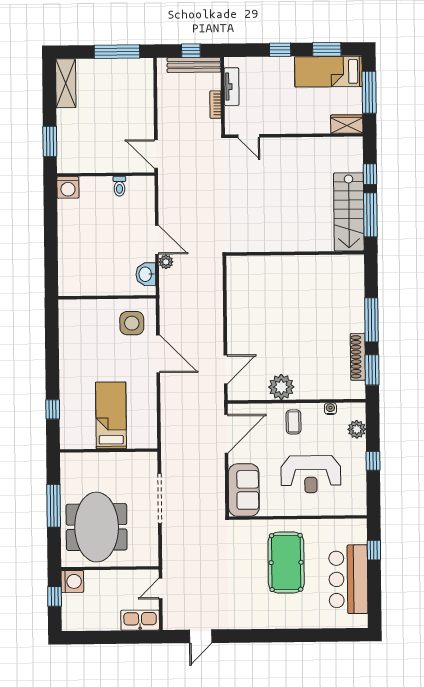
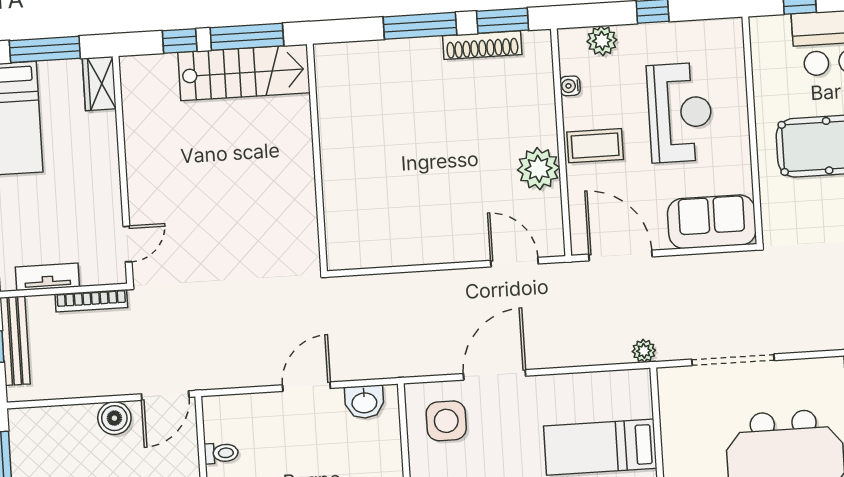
bookcase: (216, 105) -> (91, 301), width x1.56
boiler: (144, 123) -> (114, 418), added
plant: (166, 262) -> (644, 351), moved
coffee table: (293, 422) -> (595, 146), width x1.36, depth x1.30

